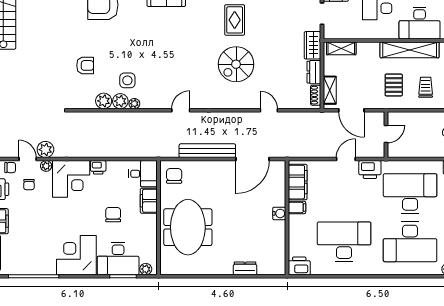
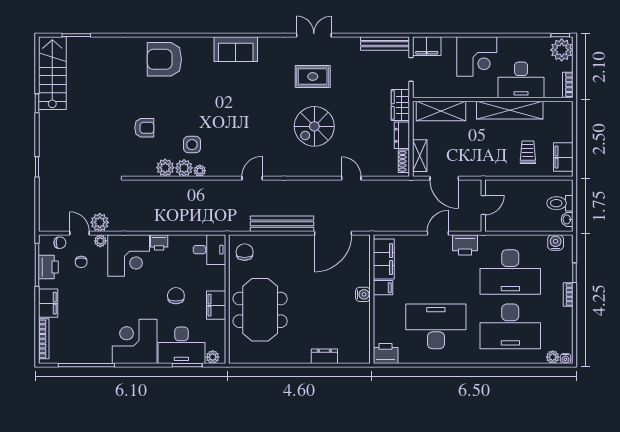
rug: (235, 20) -> (313, 77), turned 90
shelving: (341, 48) -> (441, 111), width x1.50, depth x1.33
pallet: (394, 85) -> (492, 150), removed
desk: (410, 194) -> (510, 272), turned 180
filing cabinet: (149, 201) -> (216, 305), moved

